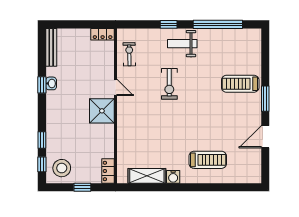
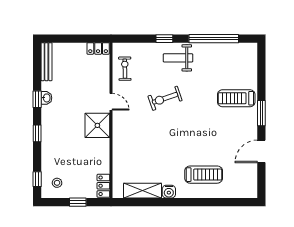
exercise bike: (169, 84) -> (165, 98), turned 71
window: (42, 140) -> (37, 133), moved
stool: (62, 168) -> (57, 183), width x0.53, depth x0.53

